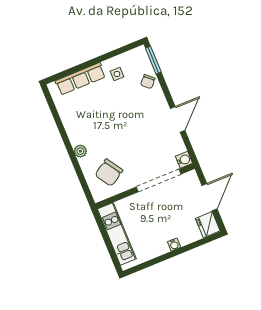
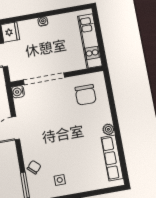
row of seats: (80, 79) -> (112, 158), moved, turned -90
plant: (80, 151) -> (108, 129), moved
chair: (109, 173) -> (86, 95), turned 123

